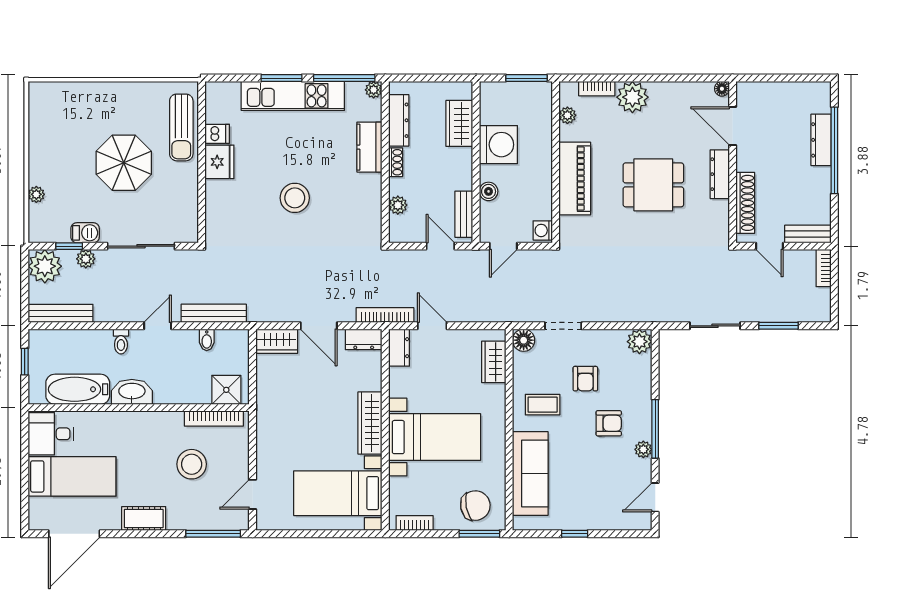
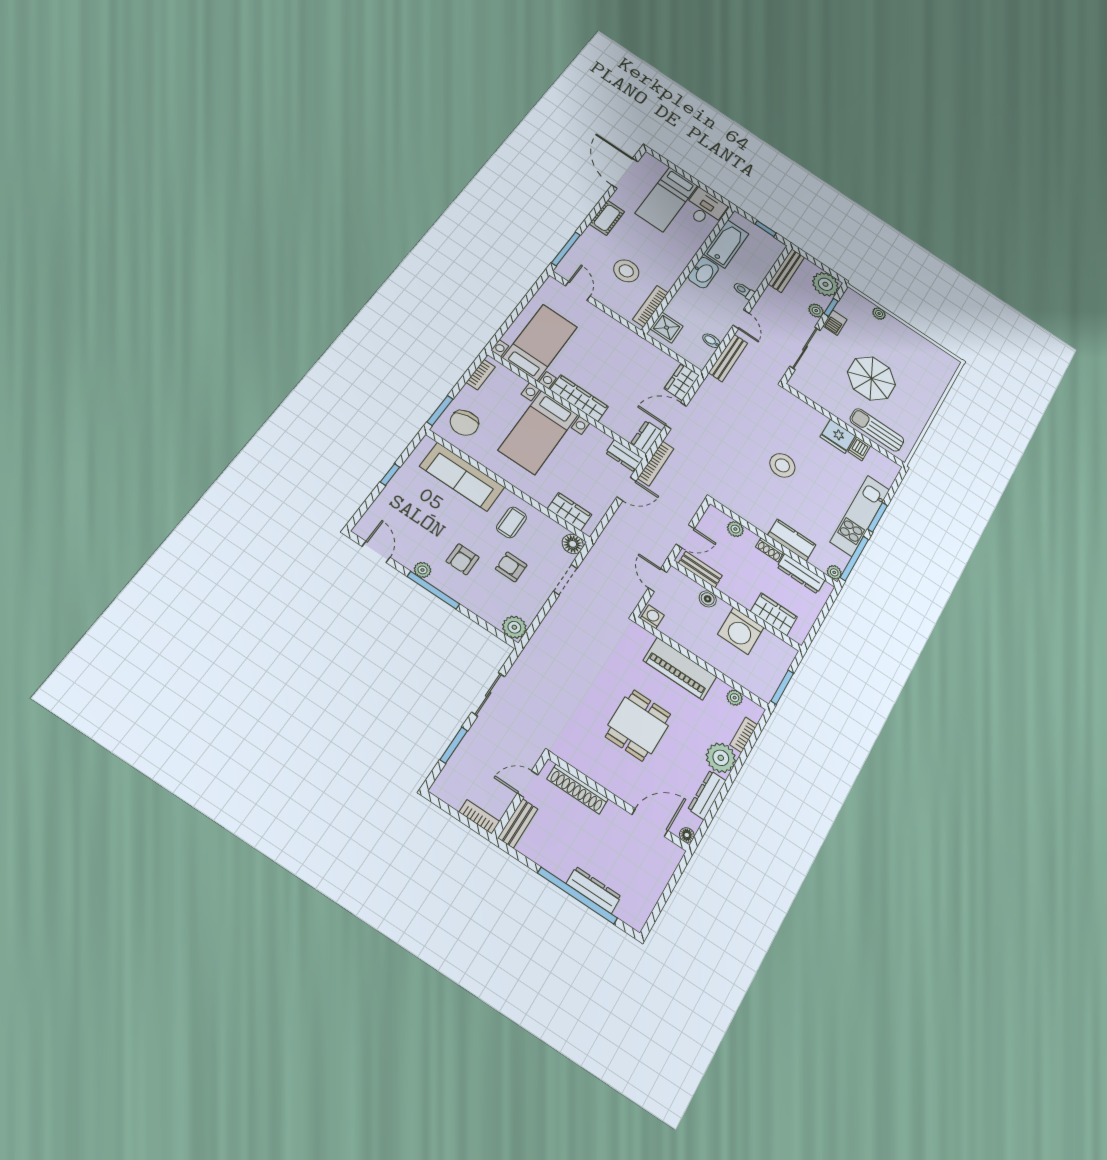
dresser: (720, 174) -> (707, 795), moved, turned -90

